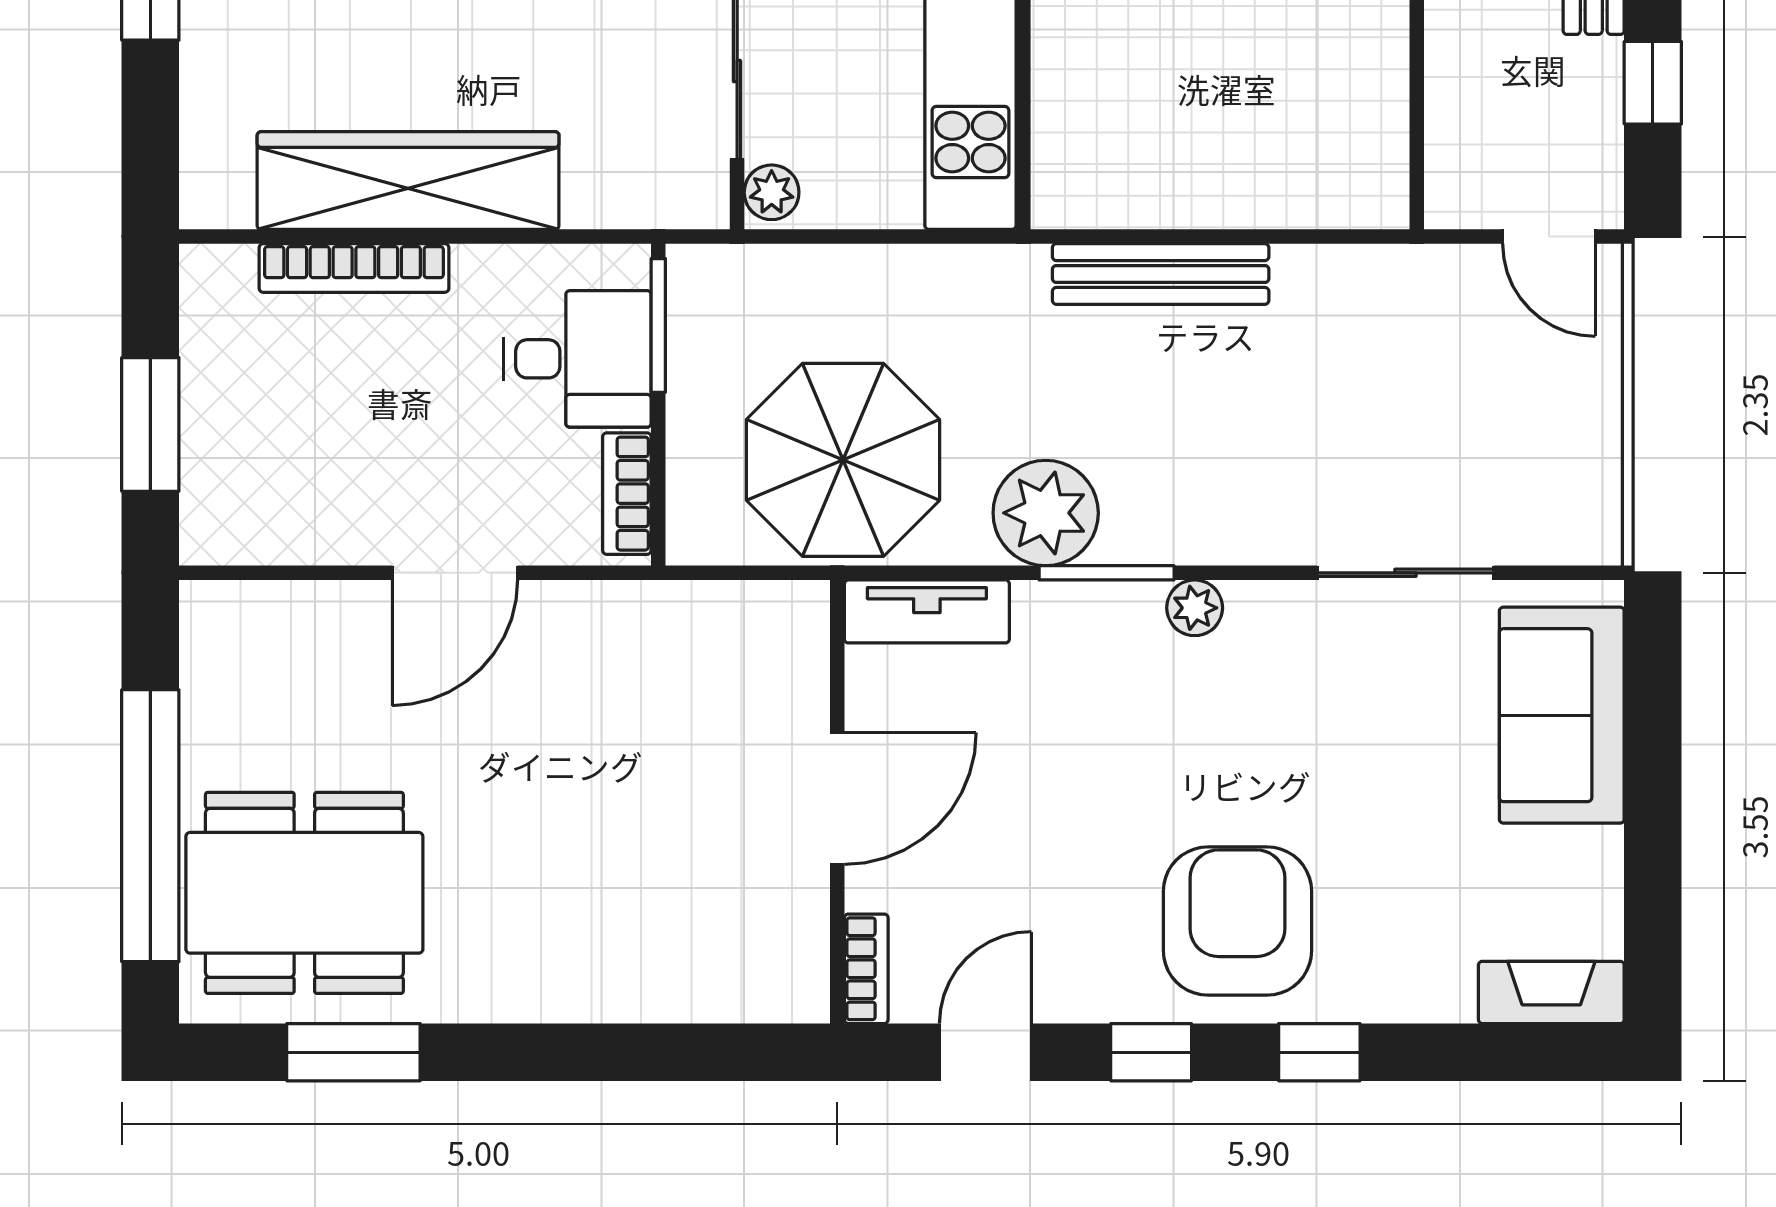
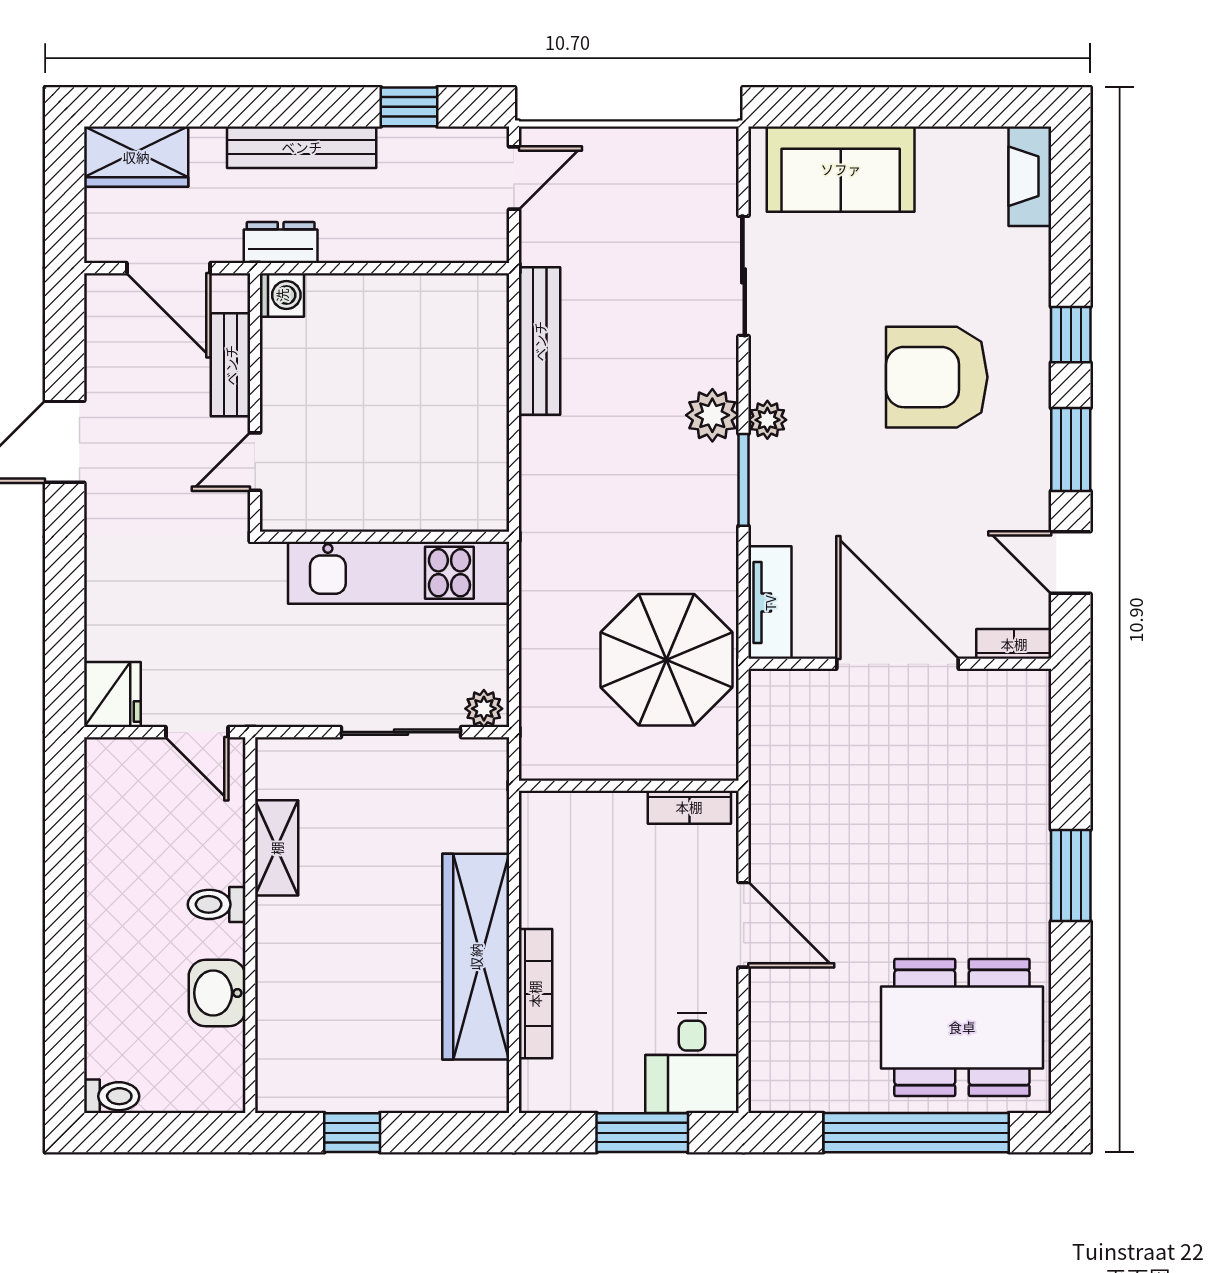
bench: (1161, 274) -> (540, 341), moved
window: (658, 325) -> (575, 786), removed
desk: (578, 359) -> (692, 1063), moved, turned 180
plant: (1046, 513) -> (712, 415), moved, width x0.73, depth x0.73
door: (837, 799) -> (898, 664), width x1.36
dining table: (304, 893) -> (962, 1027), turned 90
armchair: (1237, 921) -> (937, 377), moved
window: (353, 1052) -> (1071, 875), moved
window: (1151, 1052) -> (1071, 449), width x1.50

